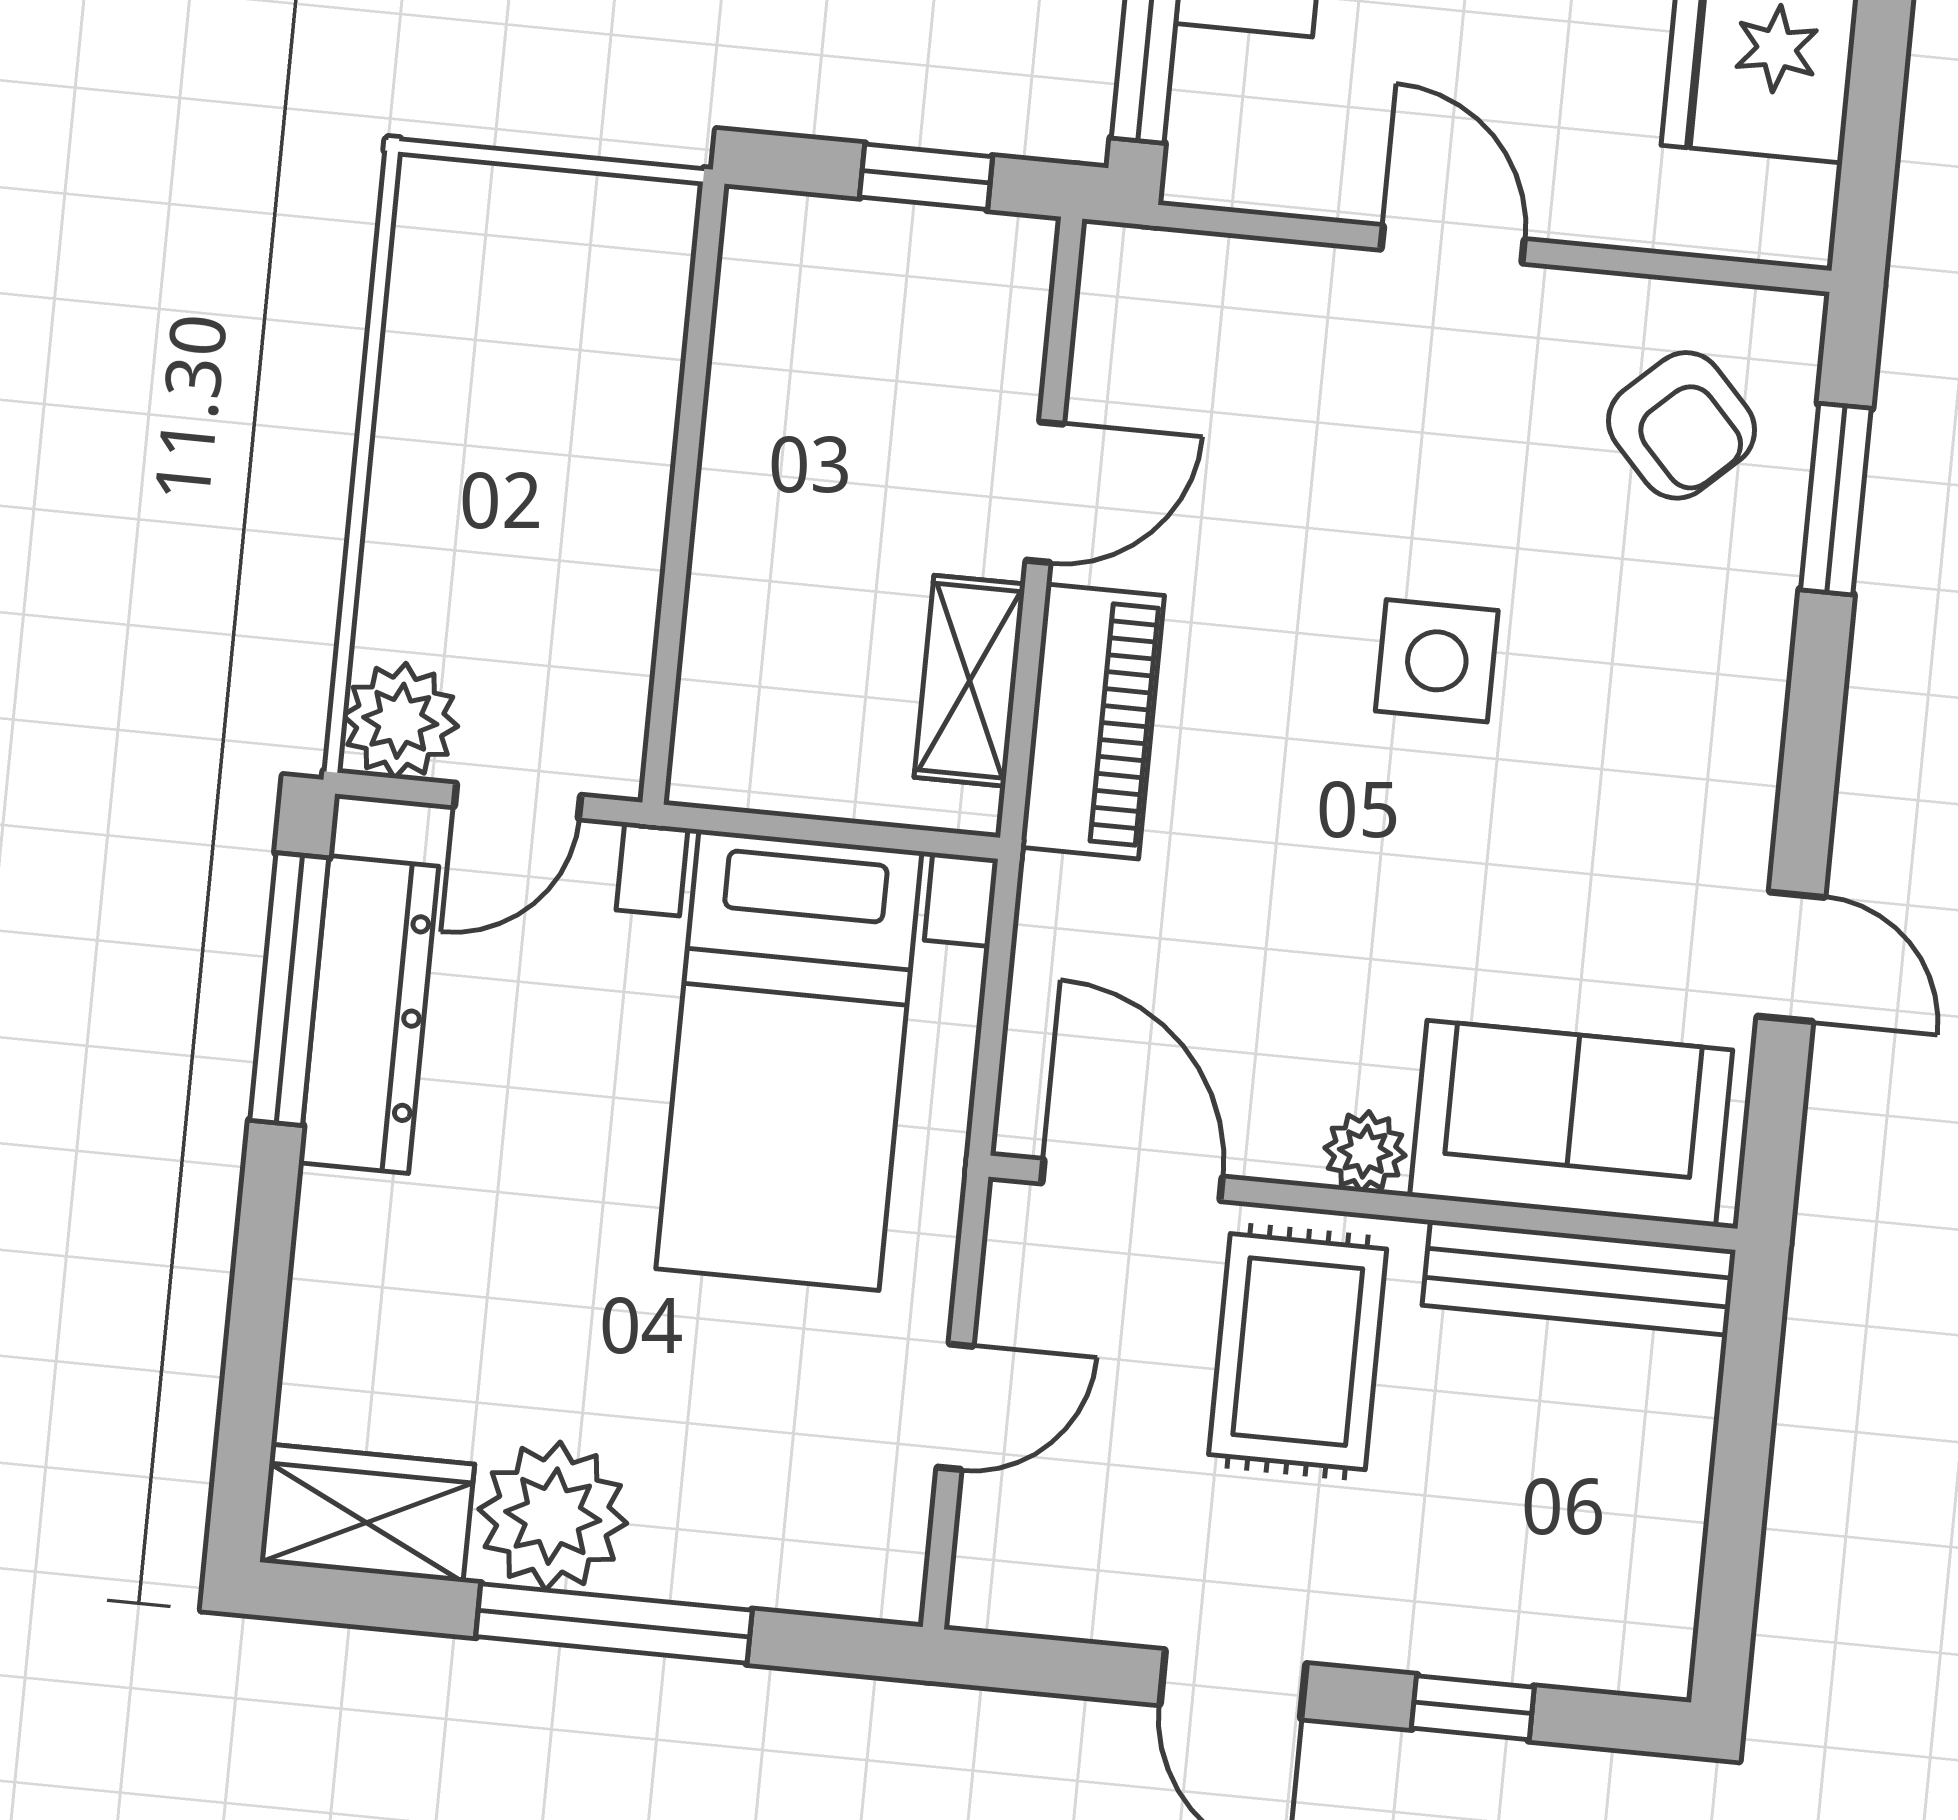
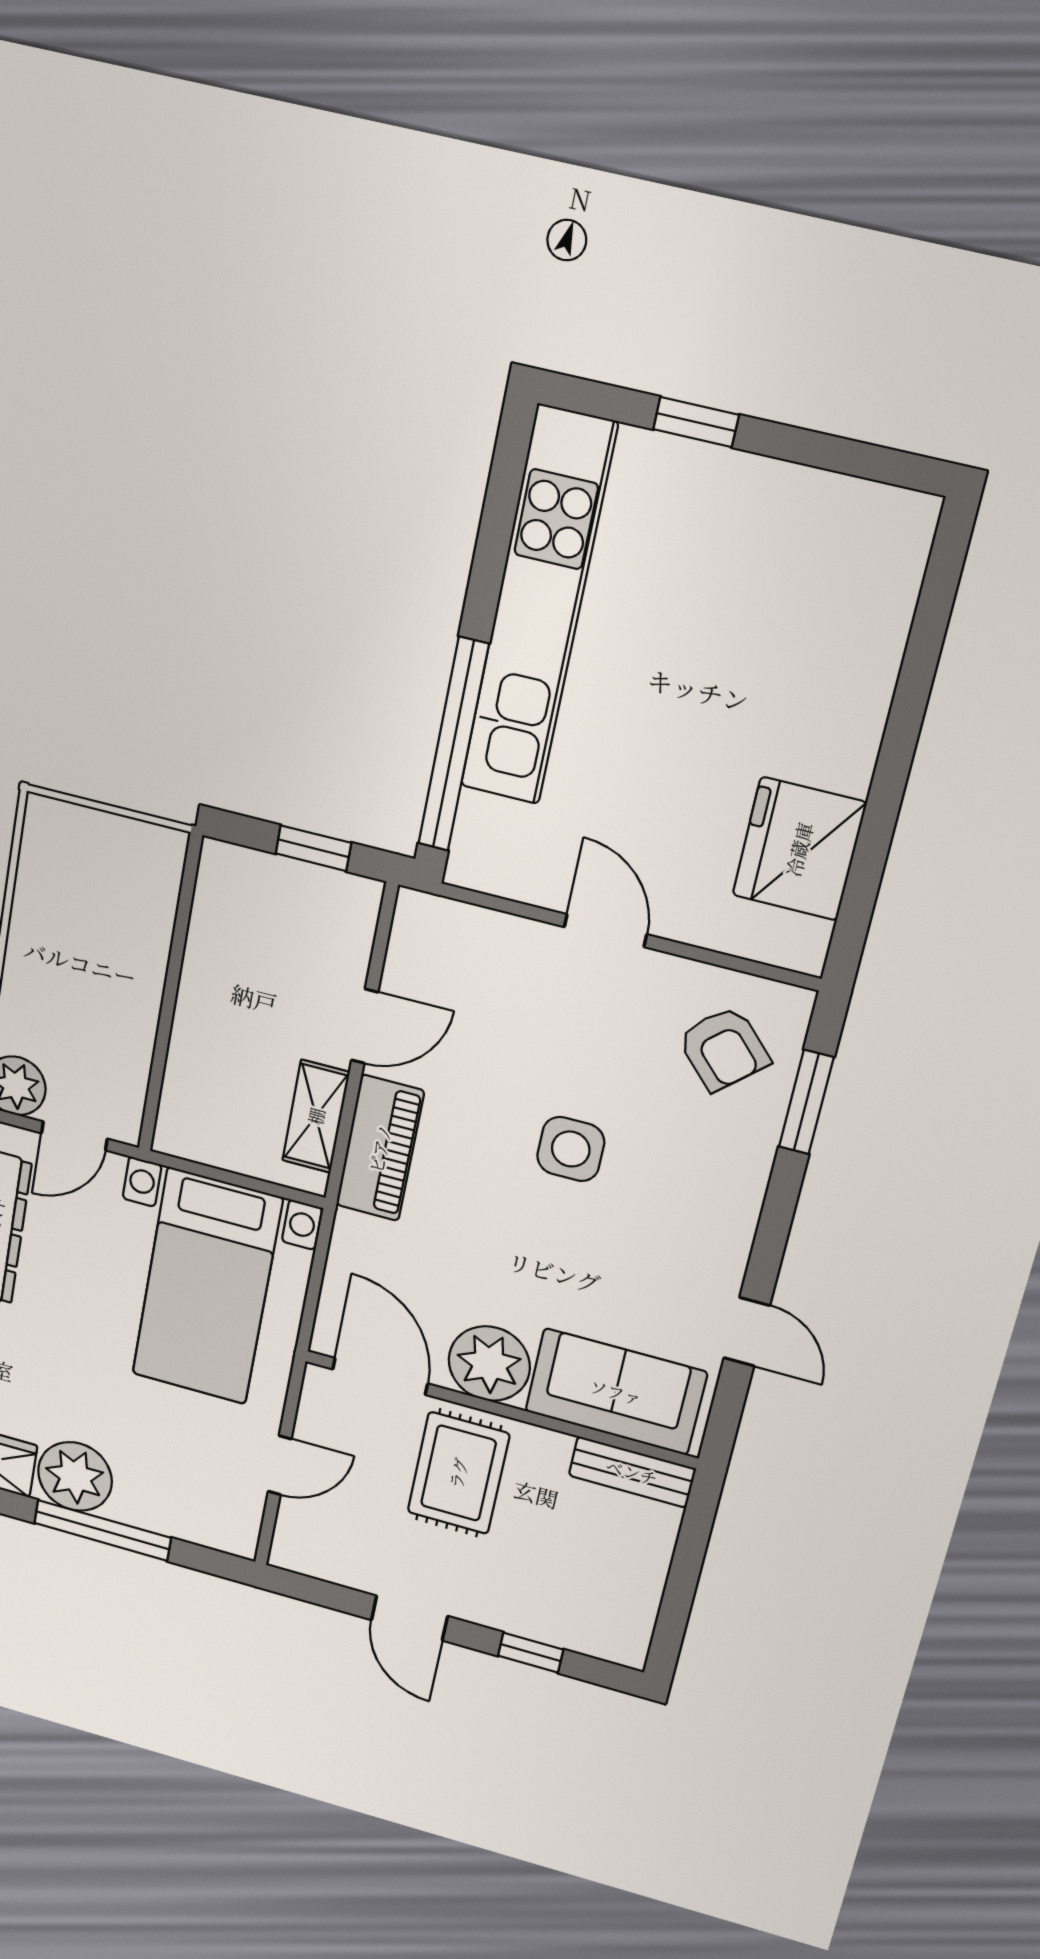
plant: (1365, 1152) -> (489, 1364), width x1.87, depth x1.87
bench: (1579, 1278) -> (632, 1472), width x0.73

